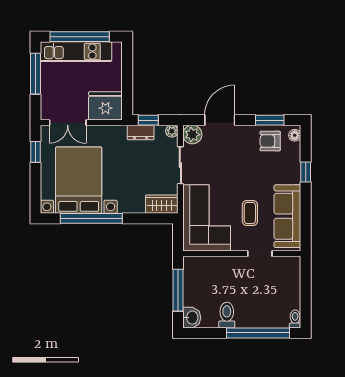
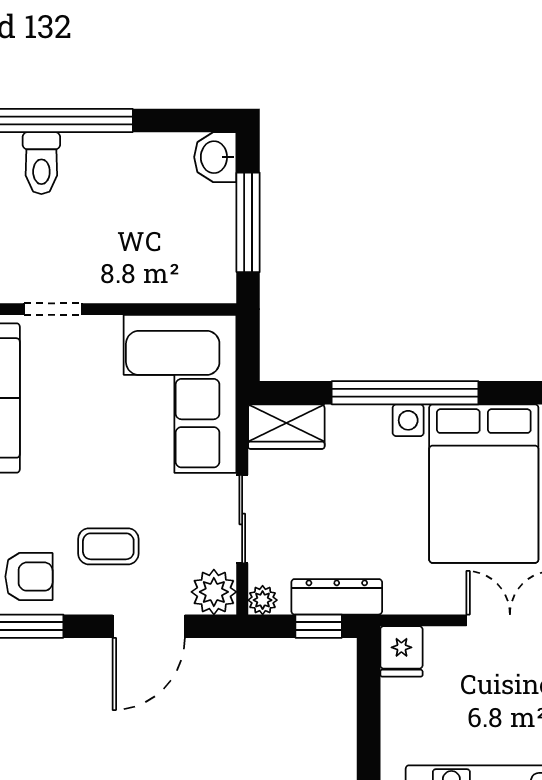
fridge: (105, 106) -> (401, 651), width x0.53, depth x0.75
dresser: (141, 132) -> (337, 597), width x1.44
coffee table: (250, 213) -> (108, 546), moved, turned 90
window: (91, 218) -> (405, 393), moved
toilet: (227, 315) -> (41, 163), moved

